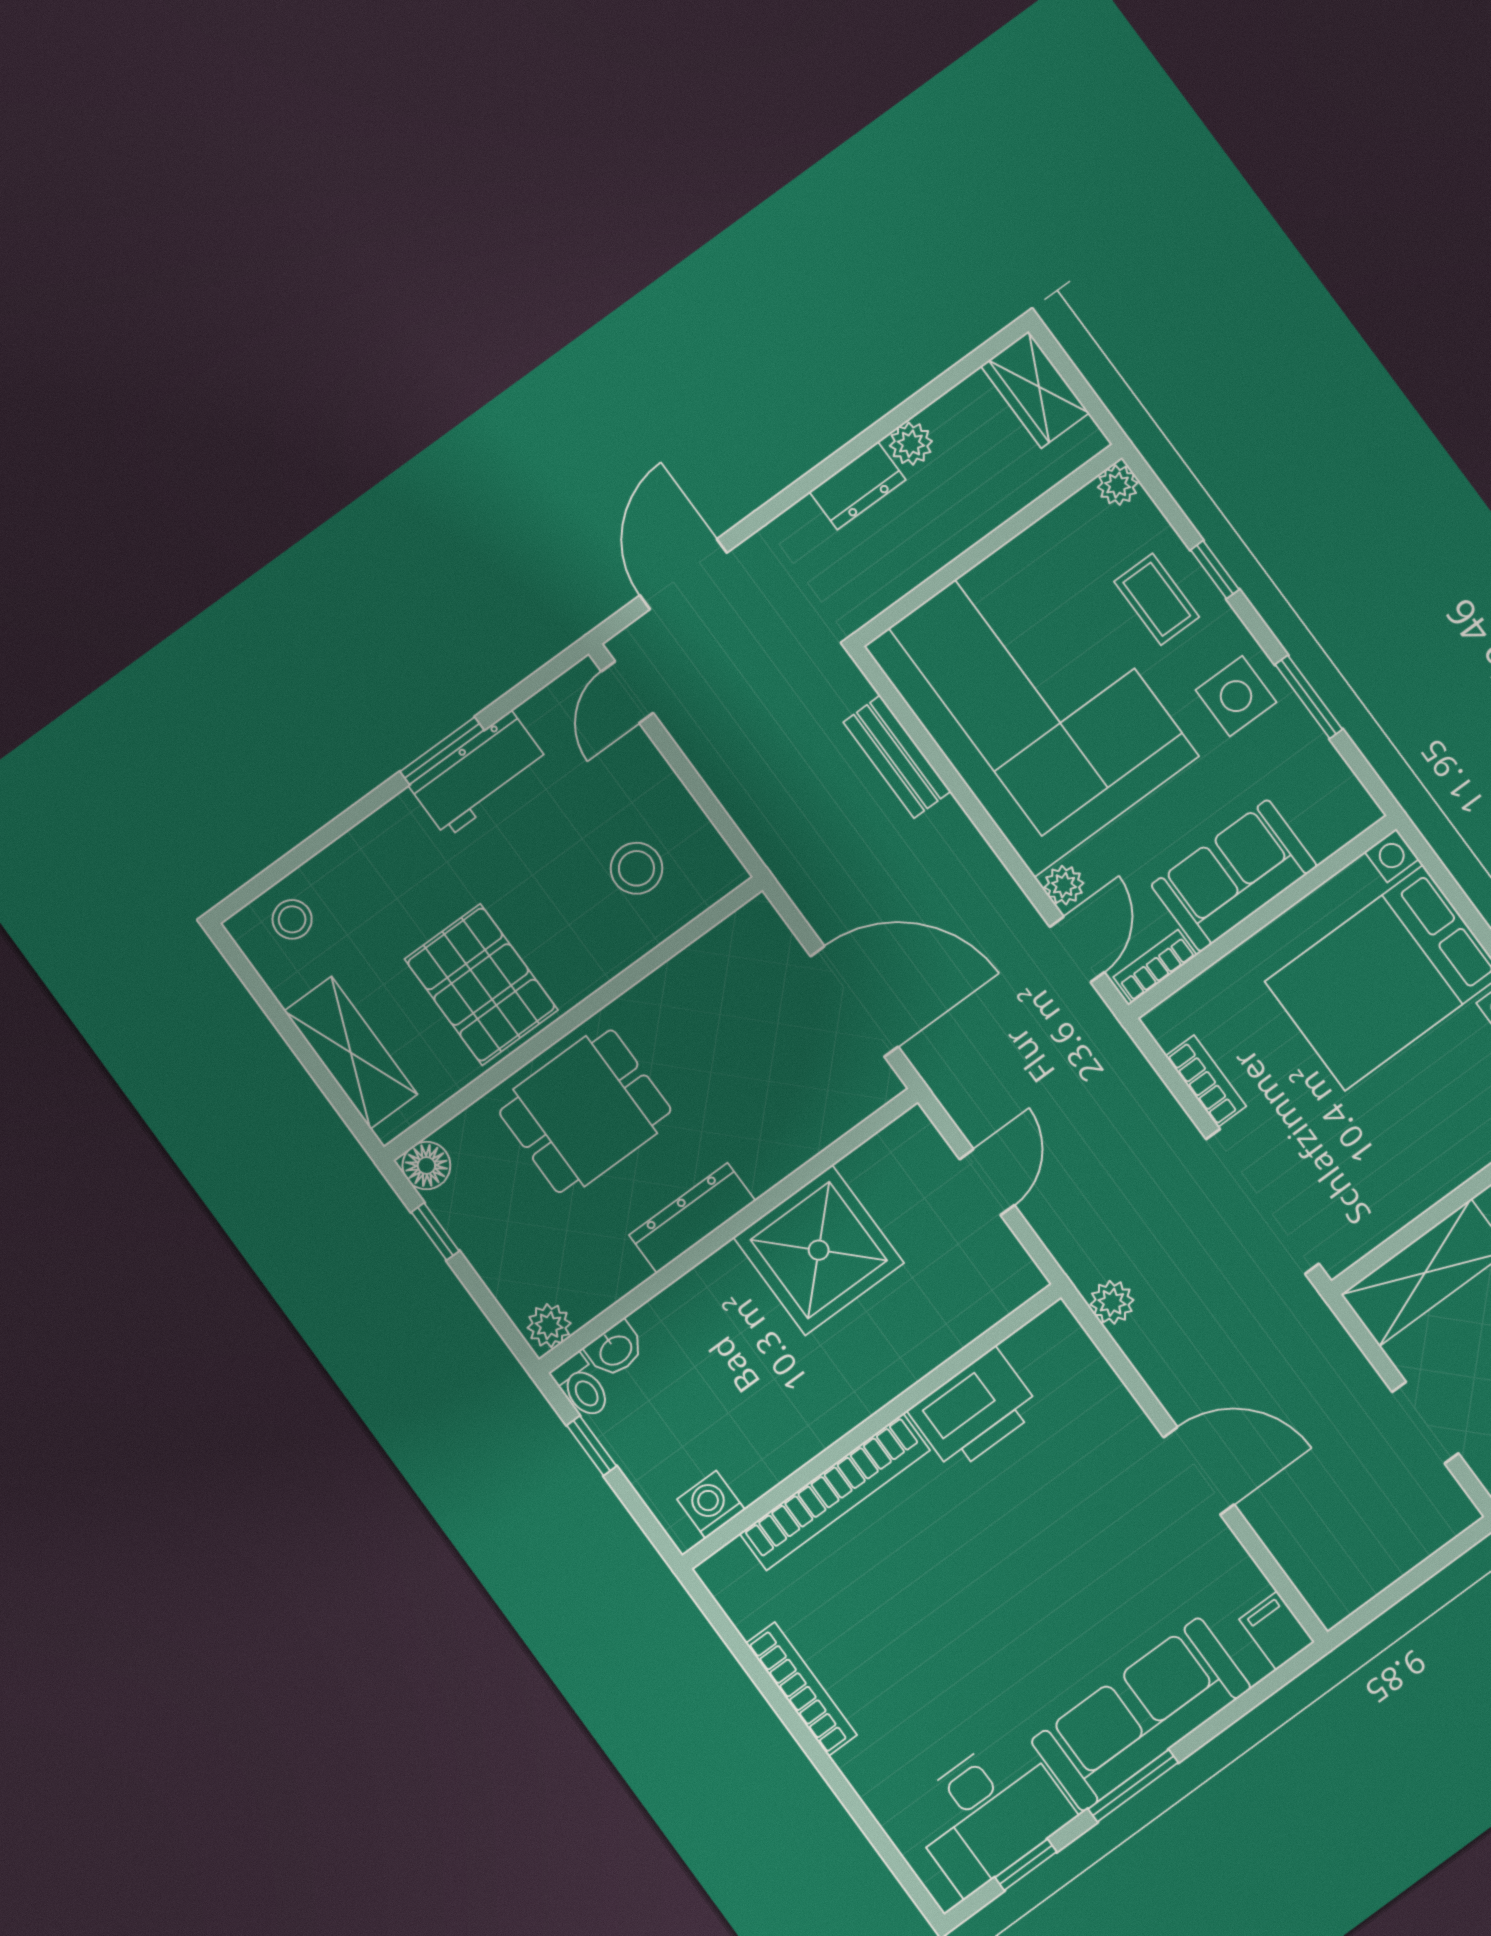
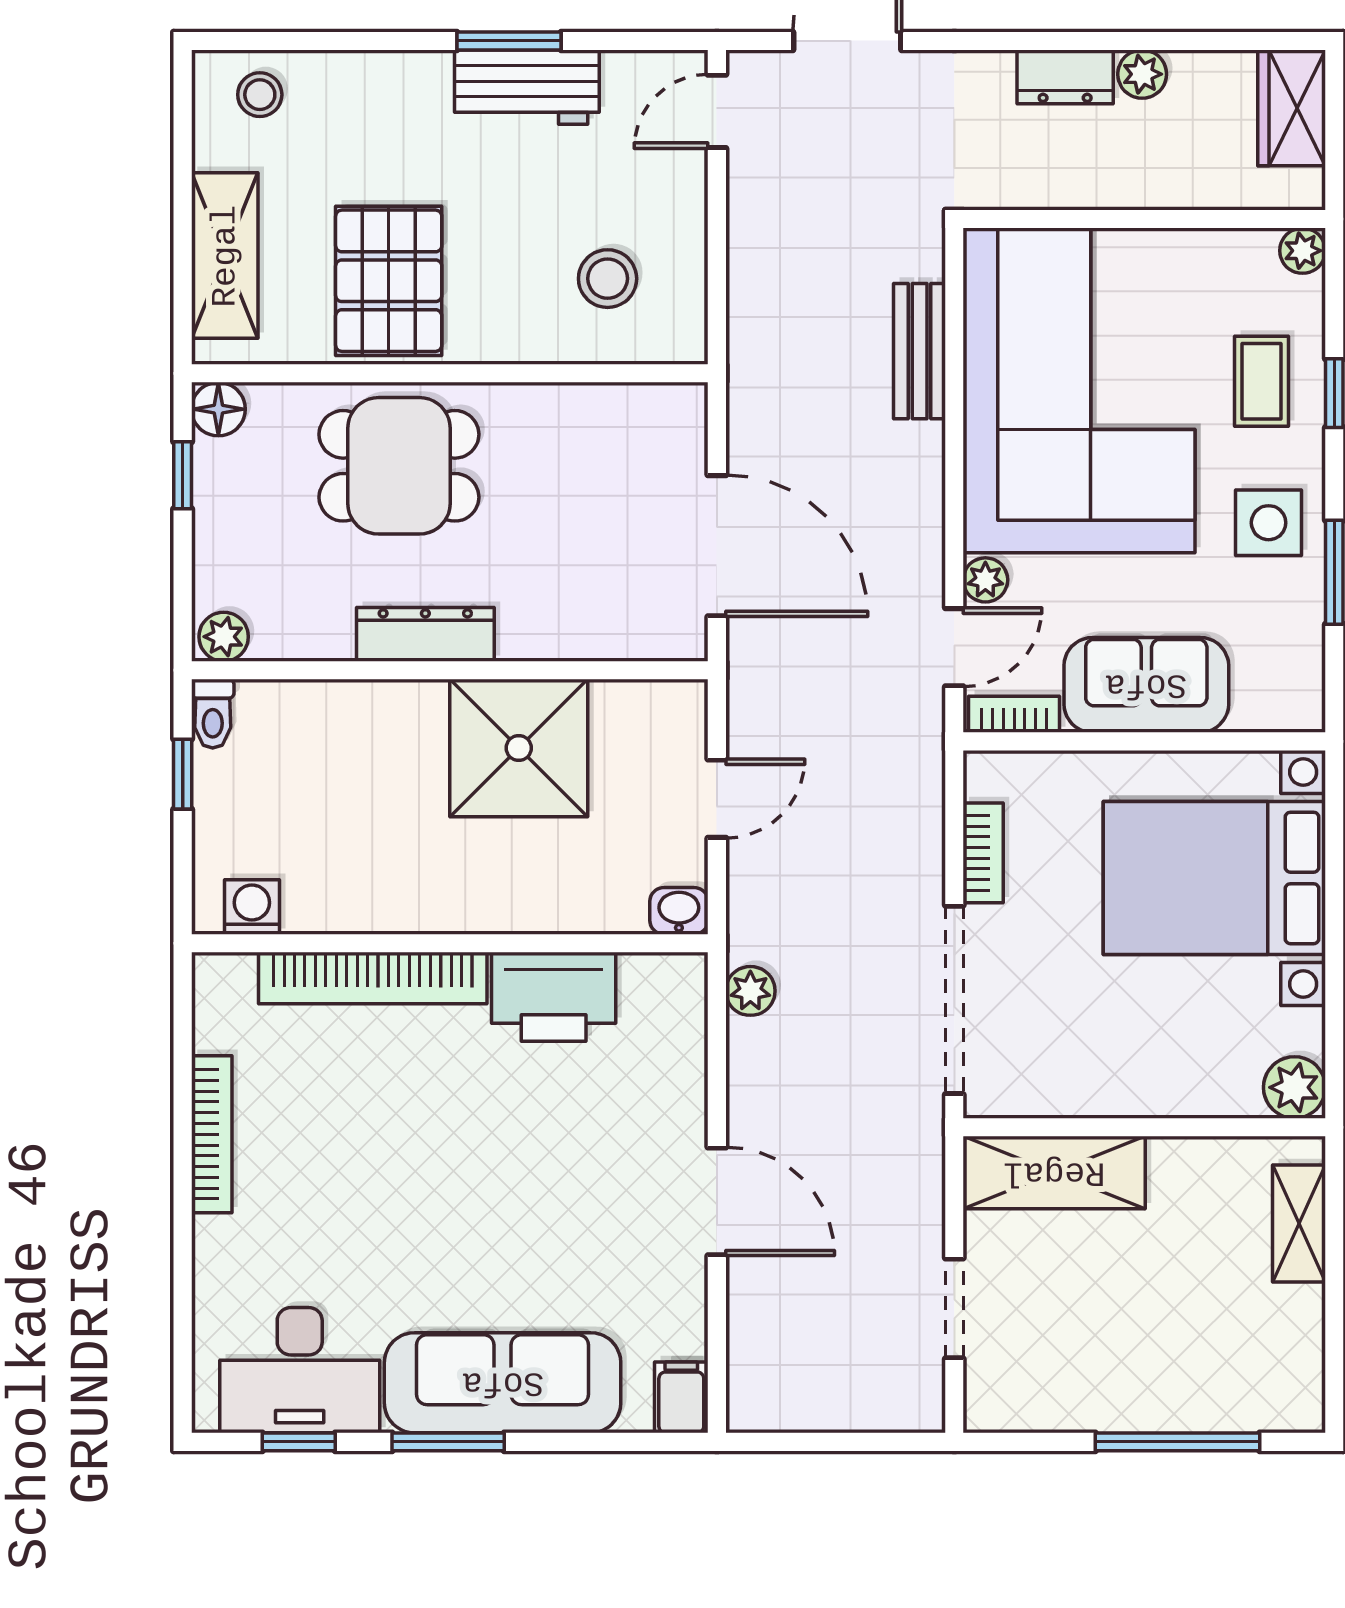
washbasin: (615, 1350) -> (679, 911), moved, turned 180

